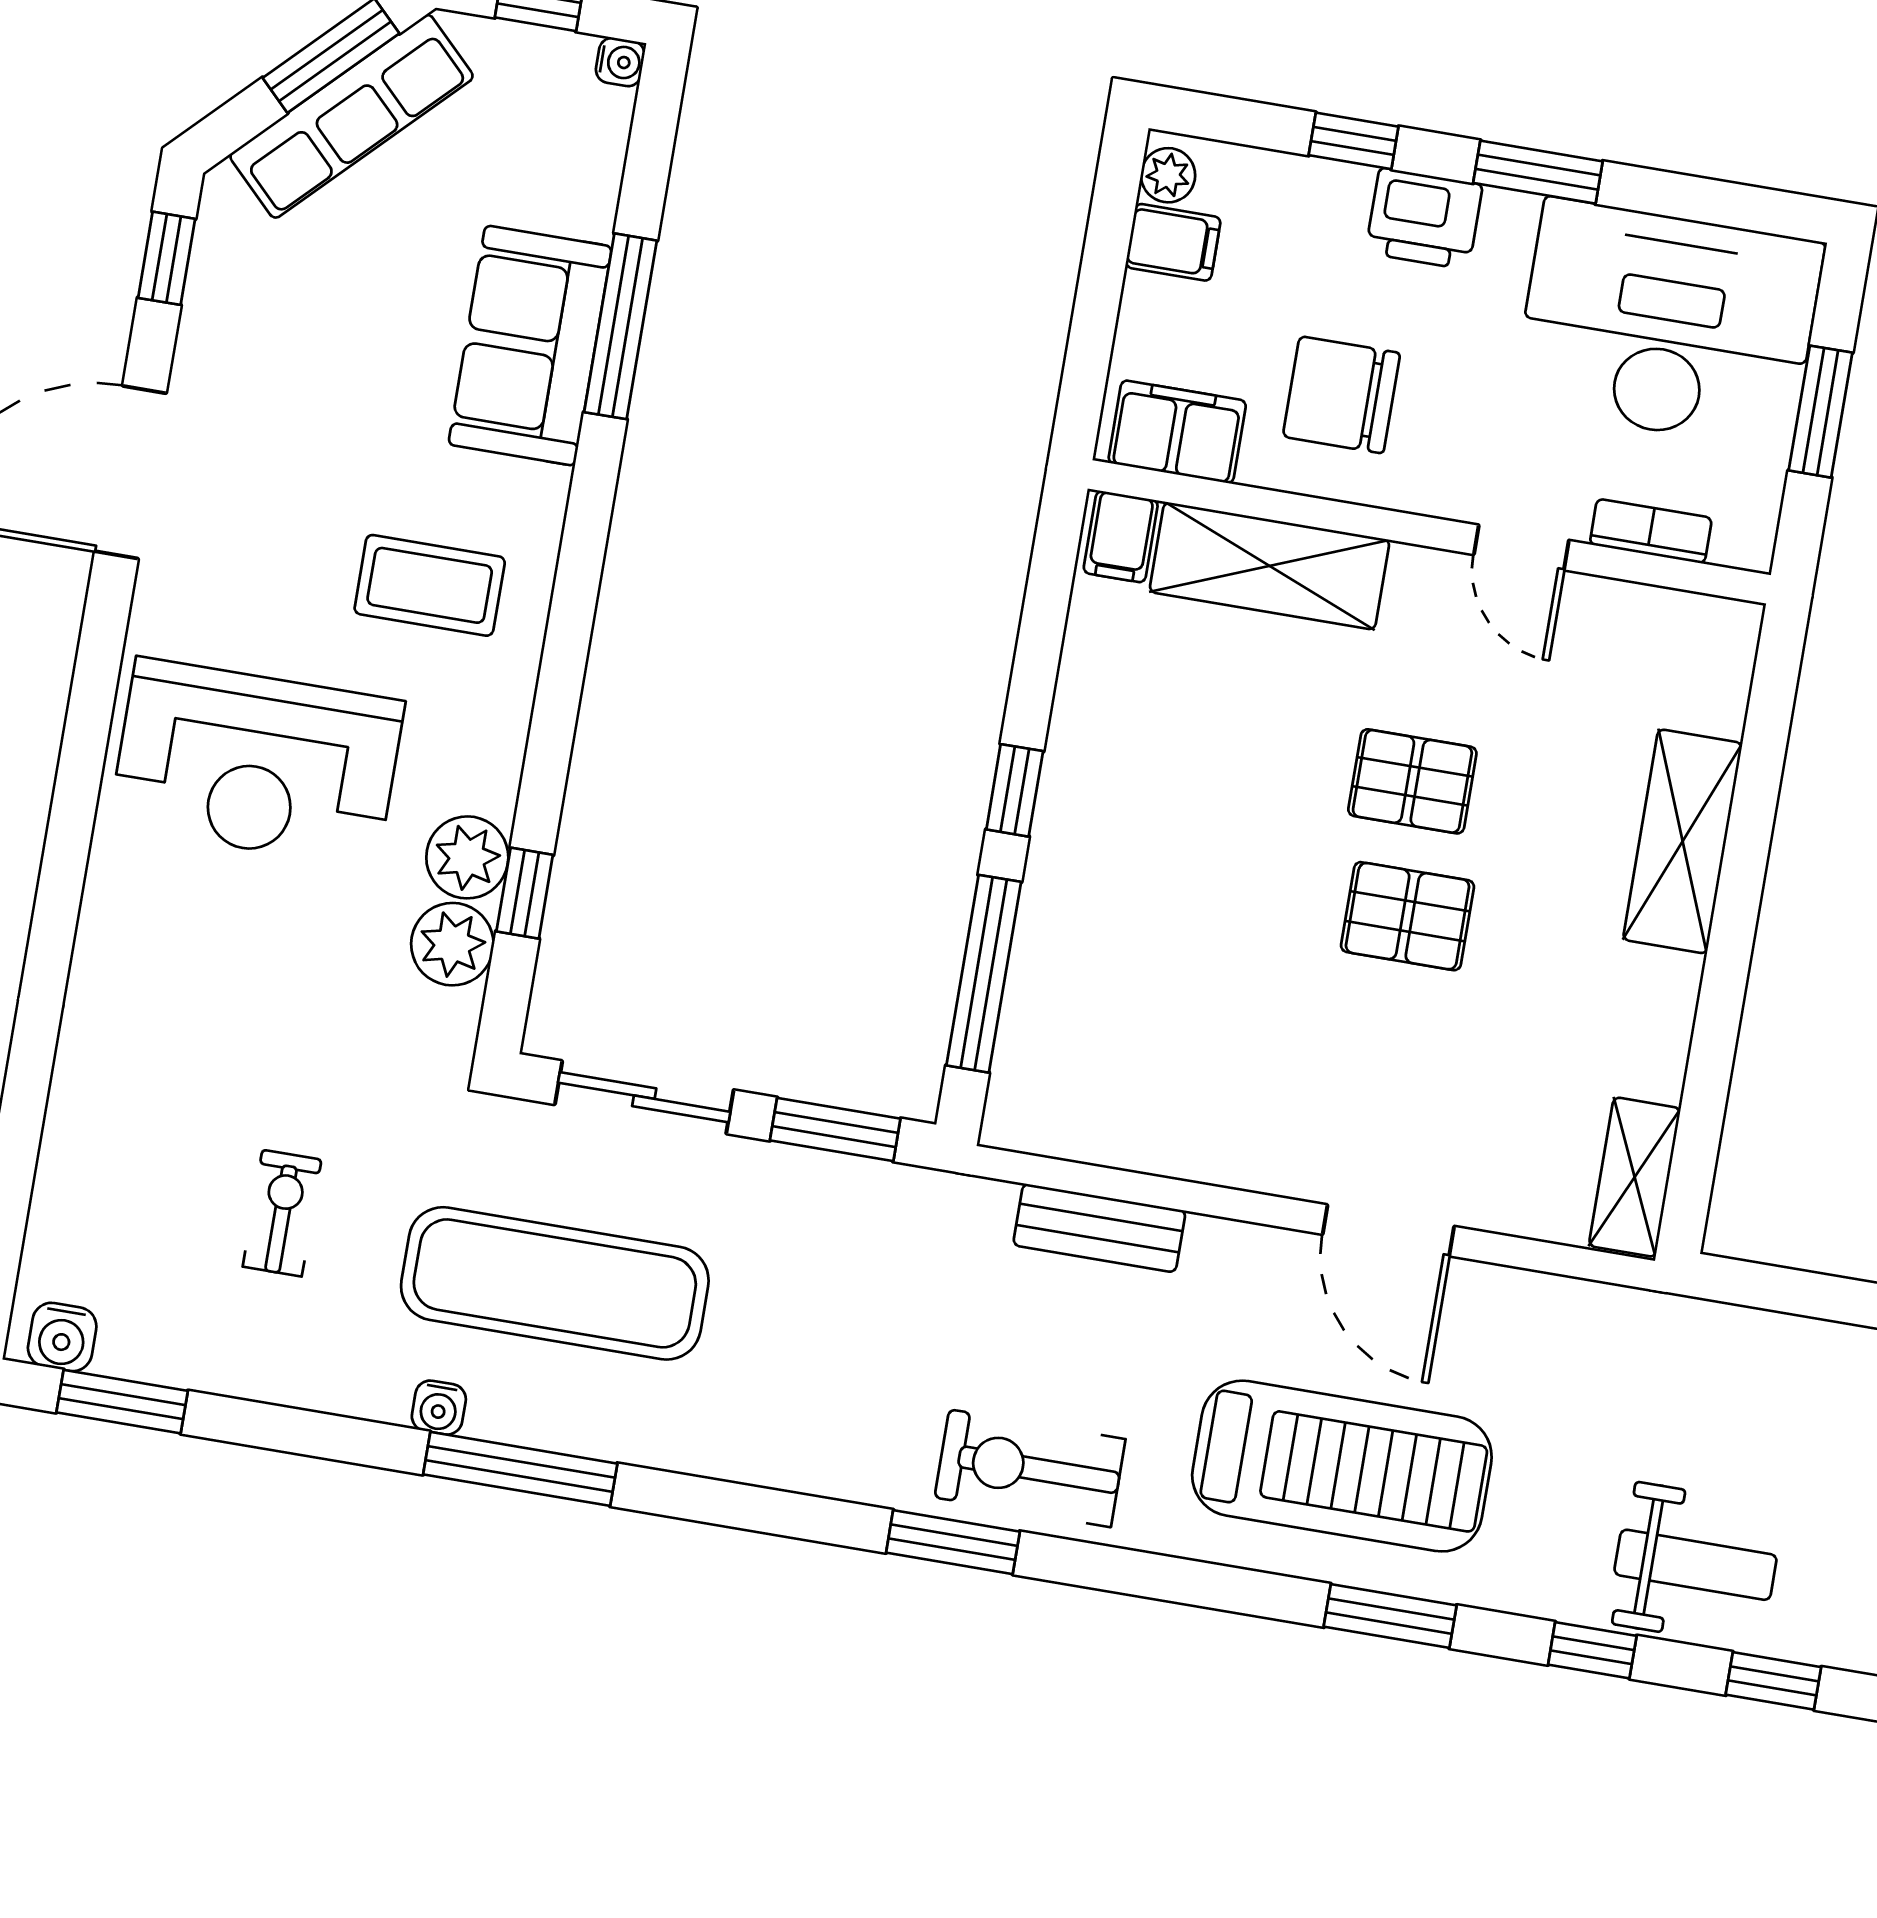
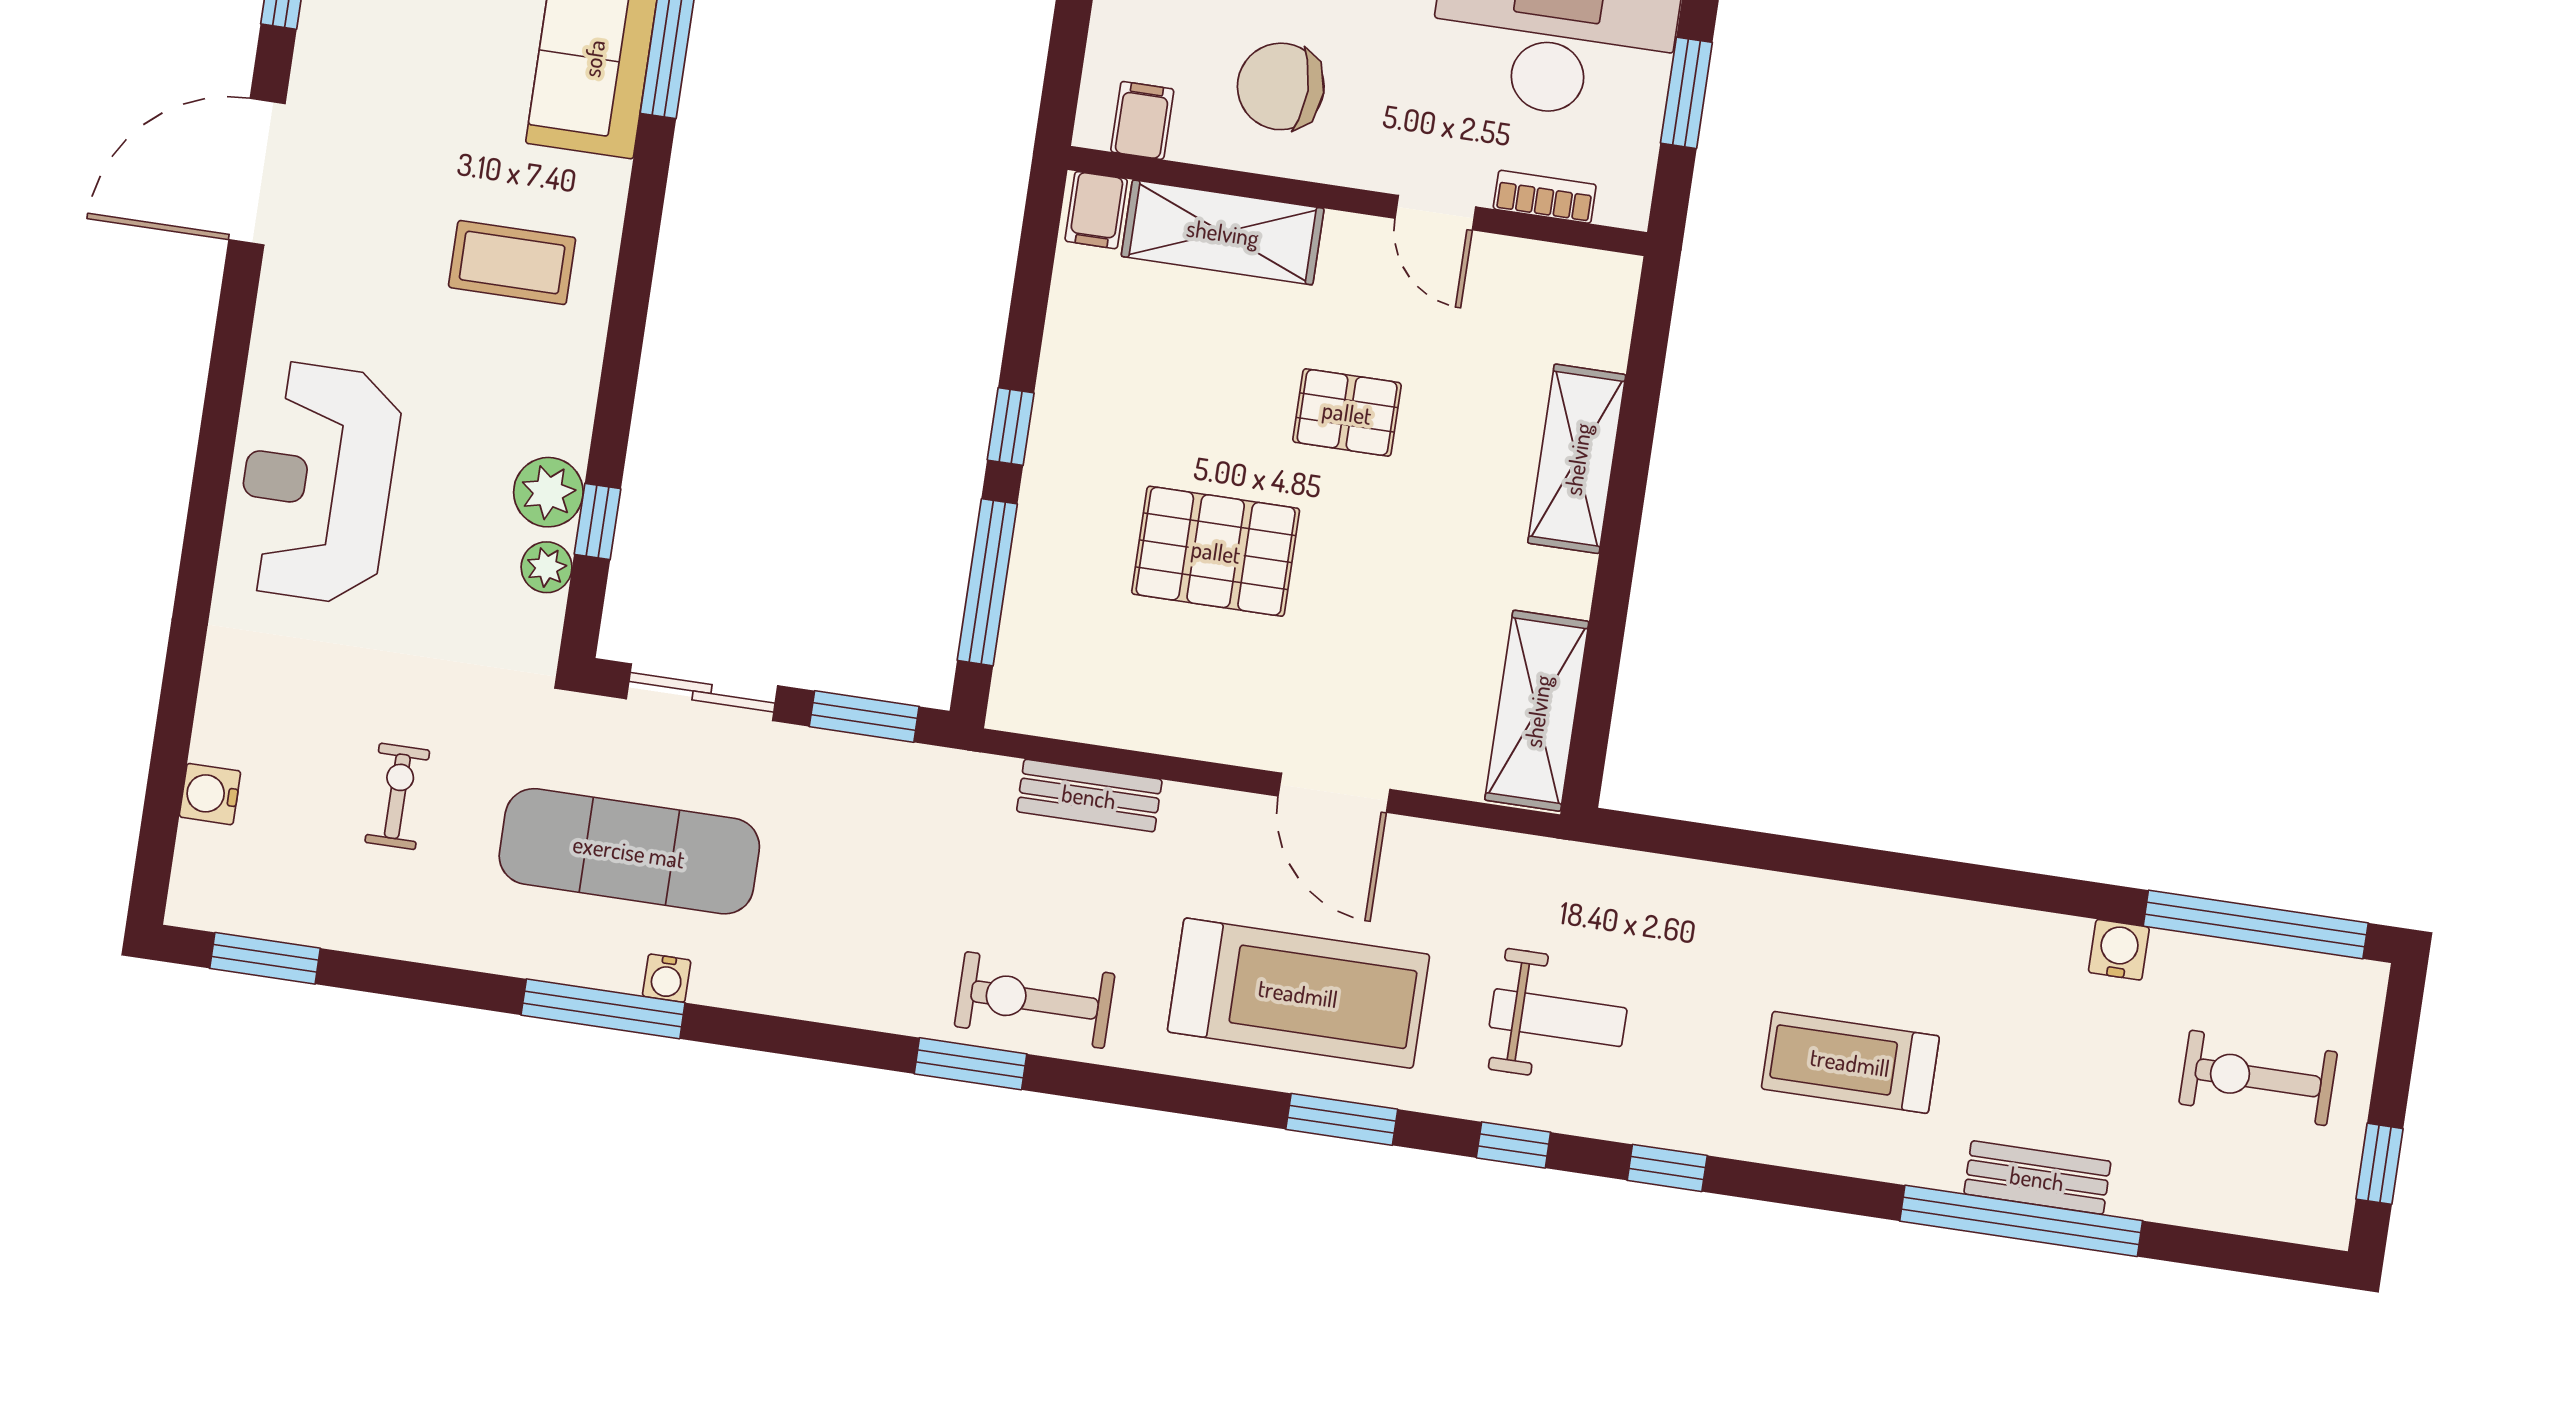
filing cabinet: (1177, 432) -> (1142, 120), width x0.50
reception desk: (257, 763) -> (317, 483), moved, turned 90
pallet: (1408, 916) -> (1216, 551), moved, width x1.50, depth x1.42
plant: (452, 944) -> (547, 567), width x0.73, depth x0.73
shelving: (1635, 1177) -> (1537, 711), width x1.50, depth x1.33
water cooler: (62, 1337) -> (210, 794), moved, turned 90
water cooler: (439, 1408) -> (667, 978), moved
weight bench: (1695, 1565) -> (1558, 1018), moved

